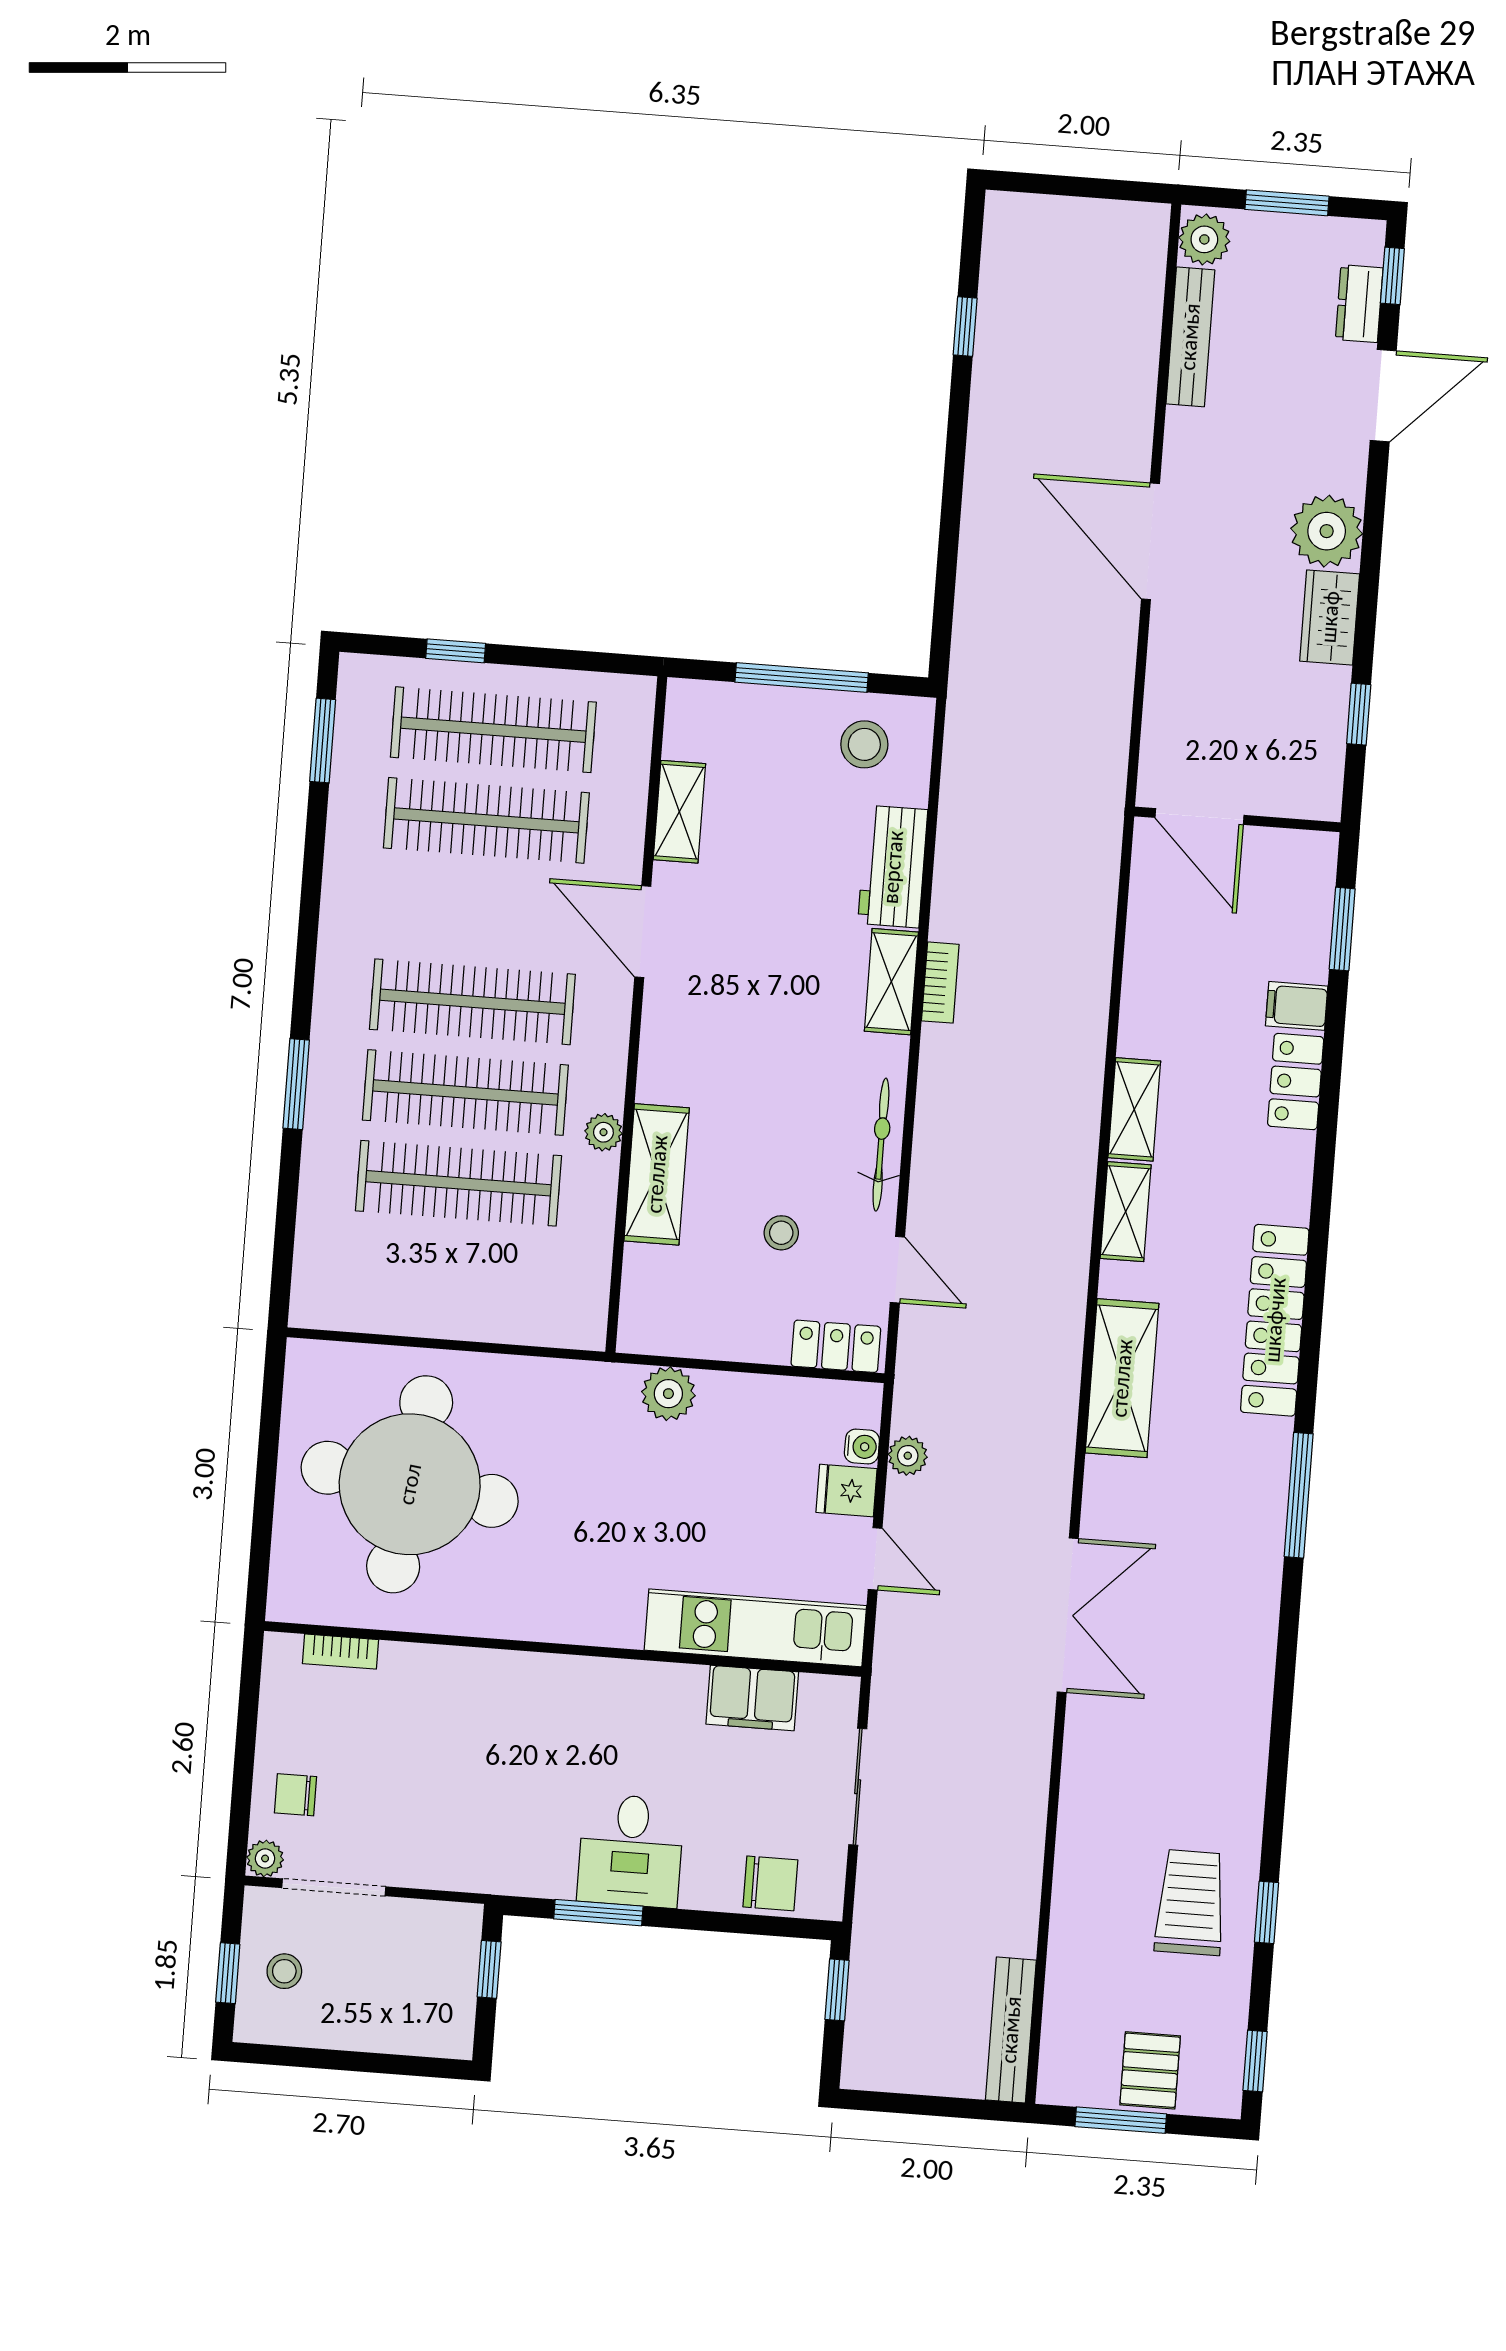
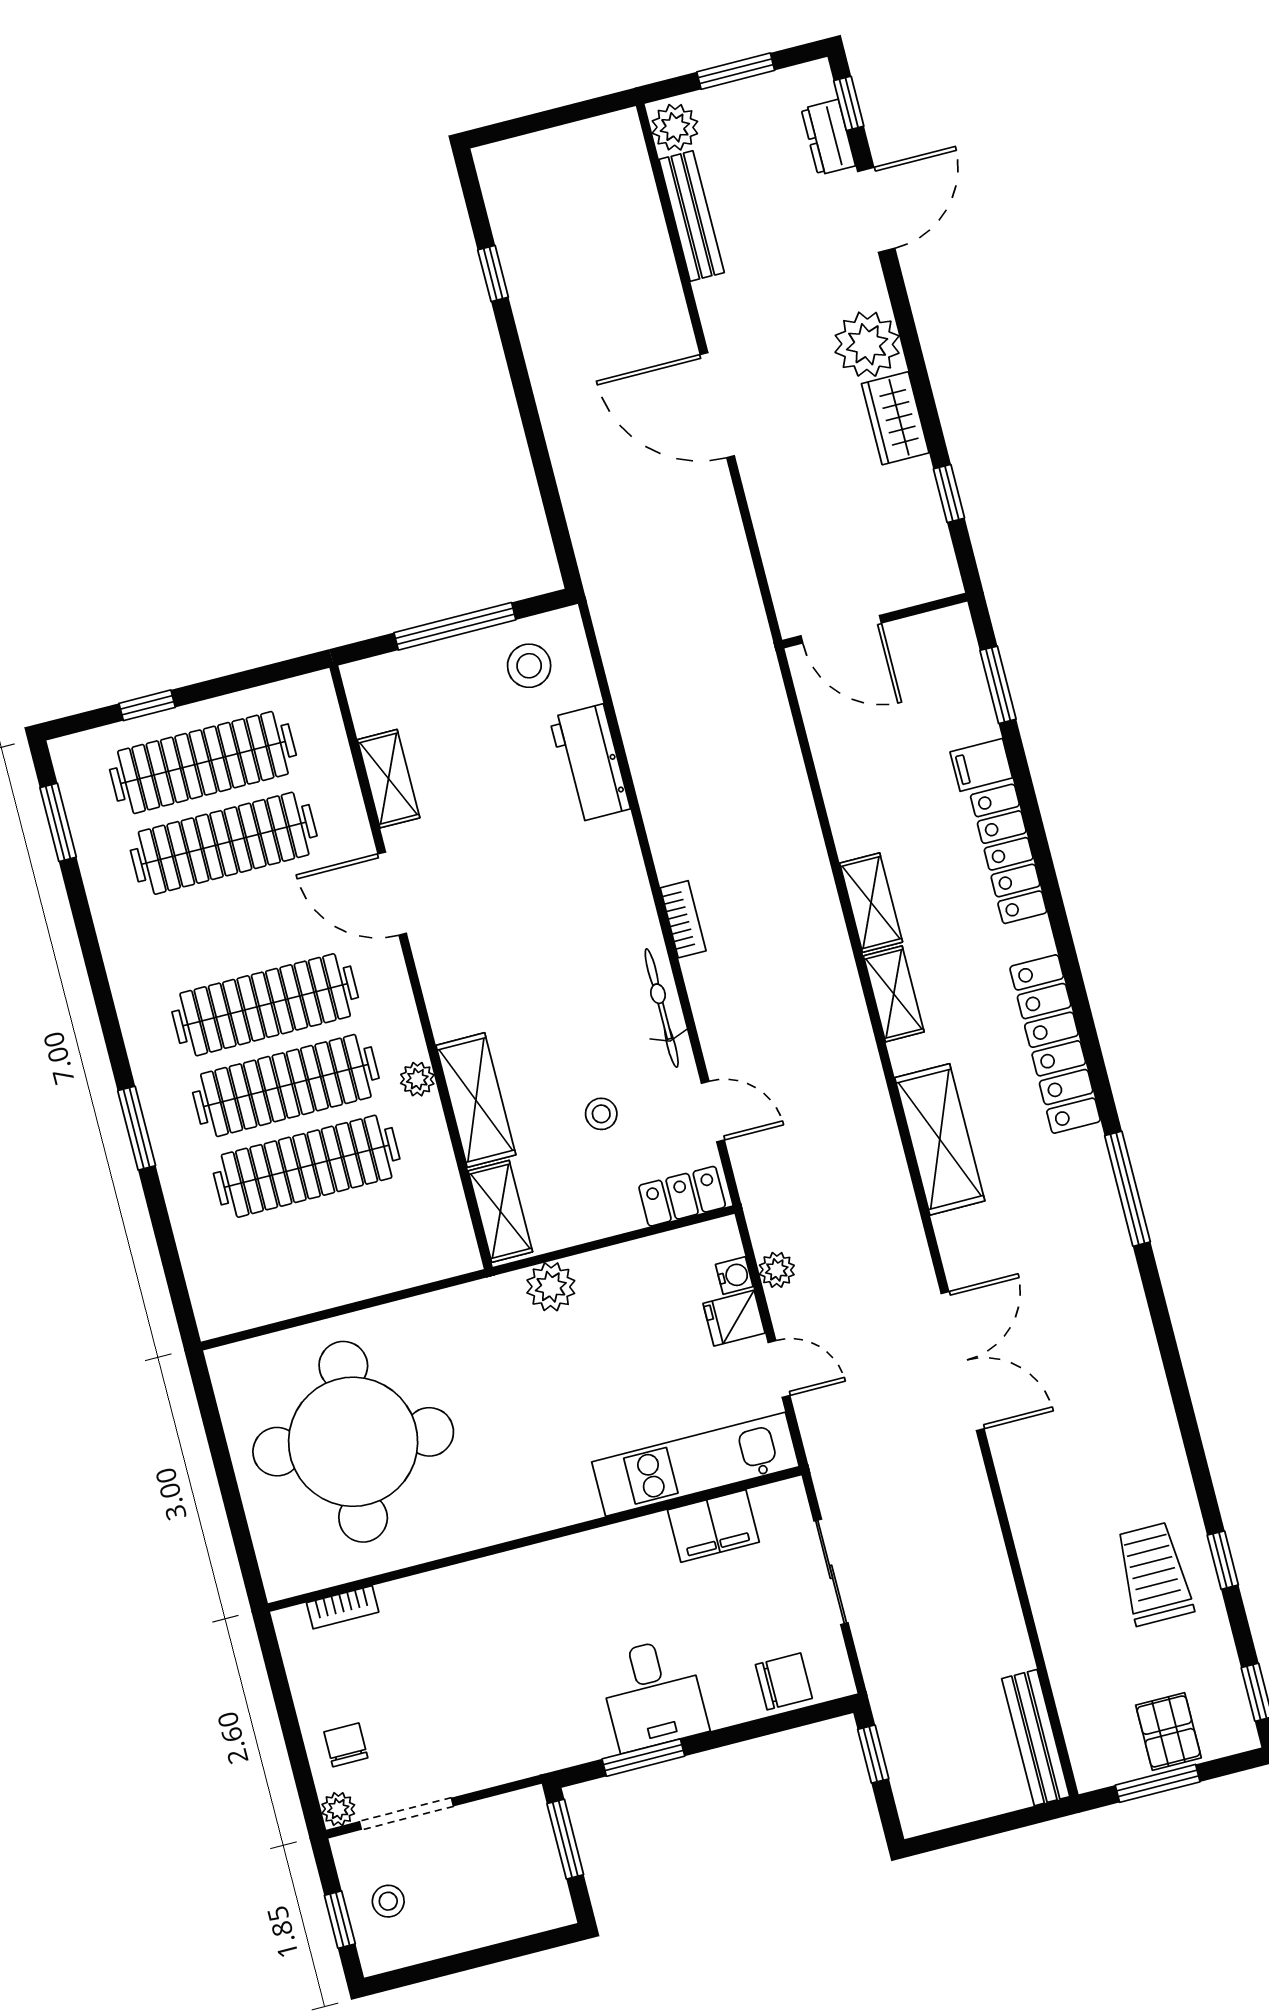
shelving: (891, 982) -> (500, 1211), moved
bookcase: (940, 983) -> (683, 919), moved
locker: (1296, 1082) -> (1009, 854), width x1.53
chair: (295, 1795) -> (346, 1745), turned 90
window: (489, 1969) -> (565, 1839), width x1.50

